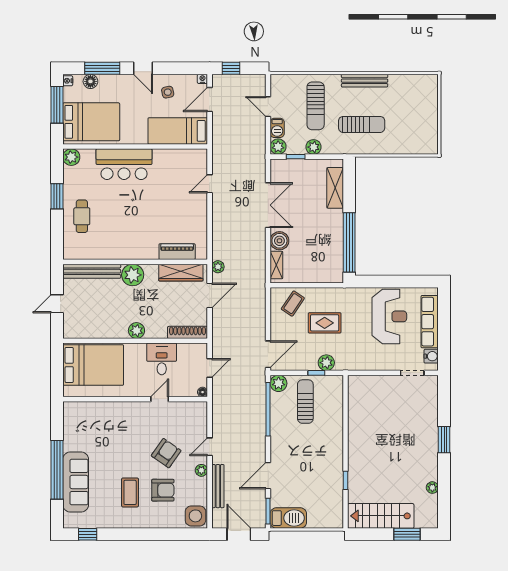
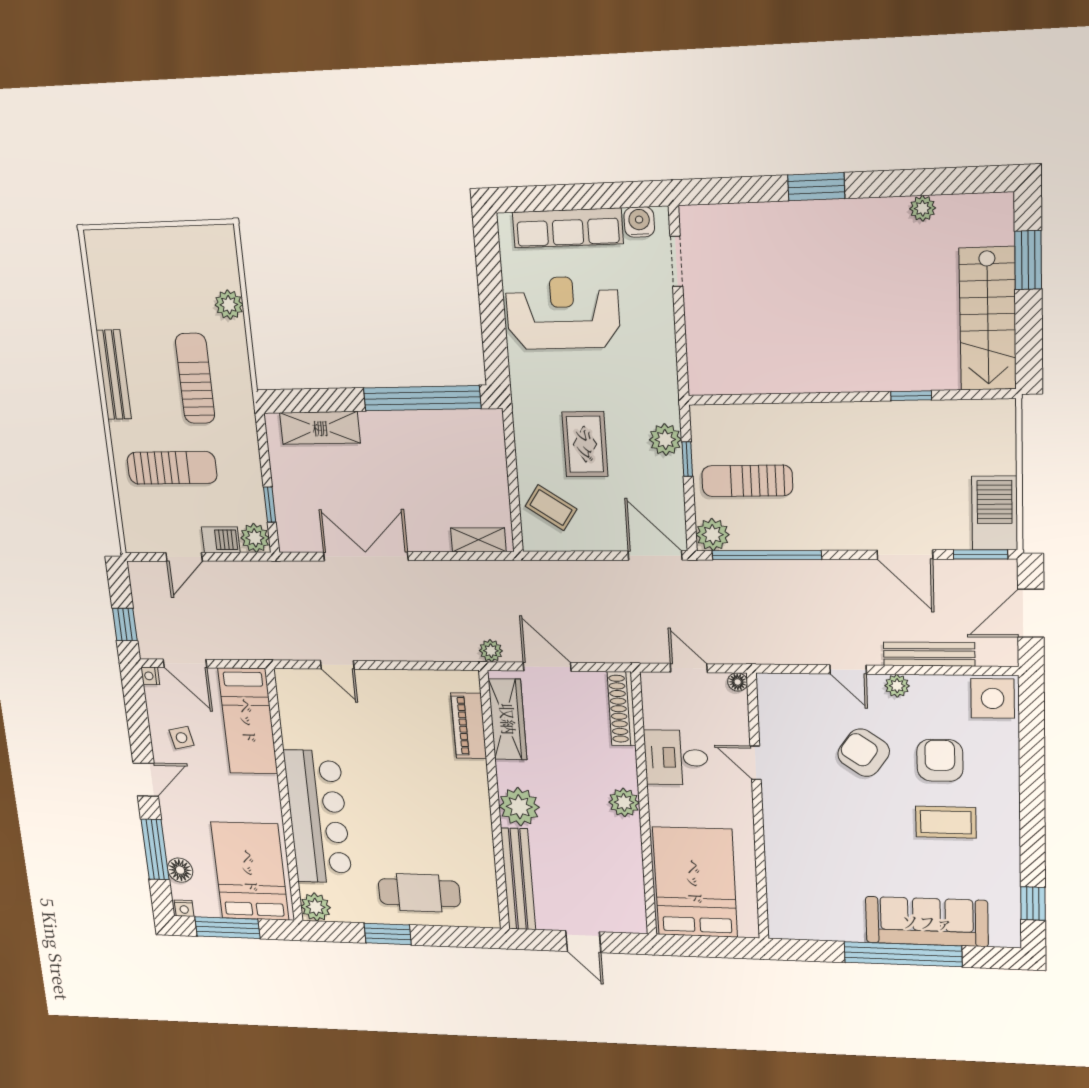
plant: (314, 147) -> (229, 305), moved
bar counter: (124, 164) -> (318, 817), width x1.36
cafe table: (82, 216) -> (419, 893), width x1.37, depth x1.35
boiler: (279, 241) -> (431, 534), removed

